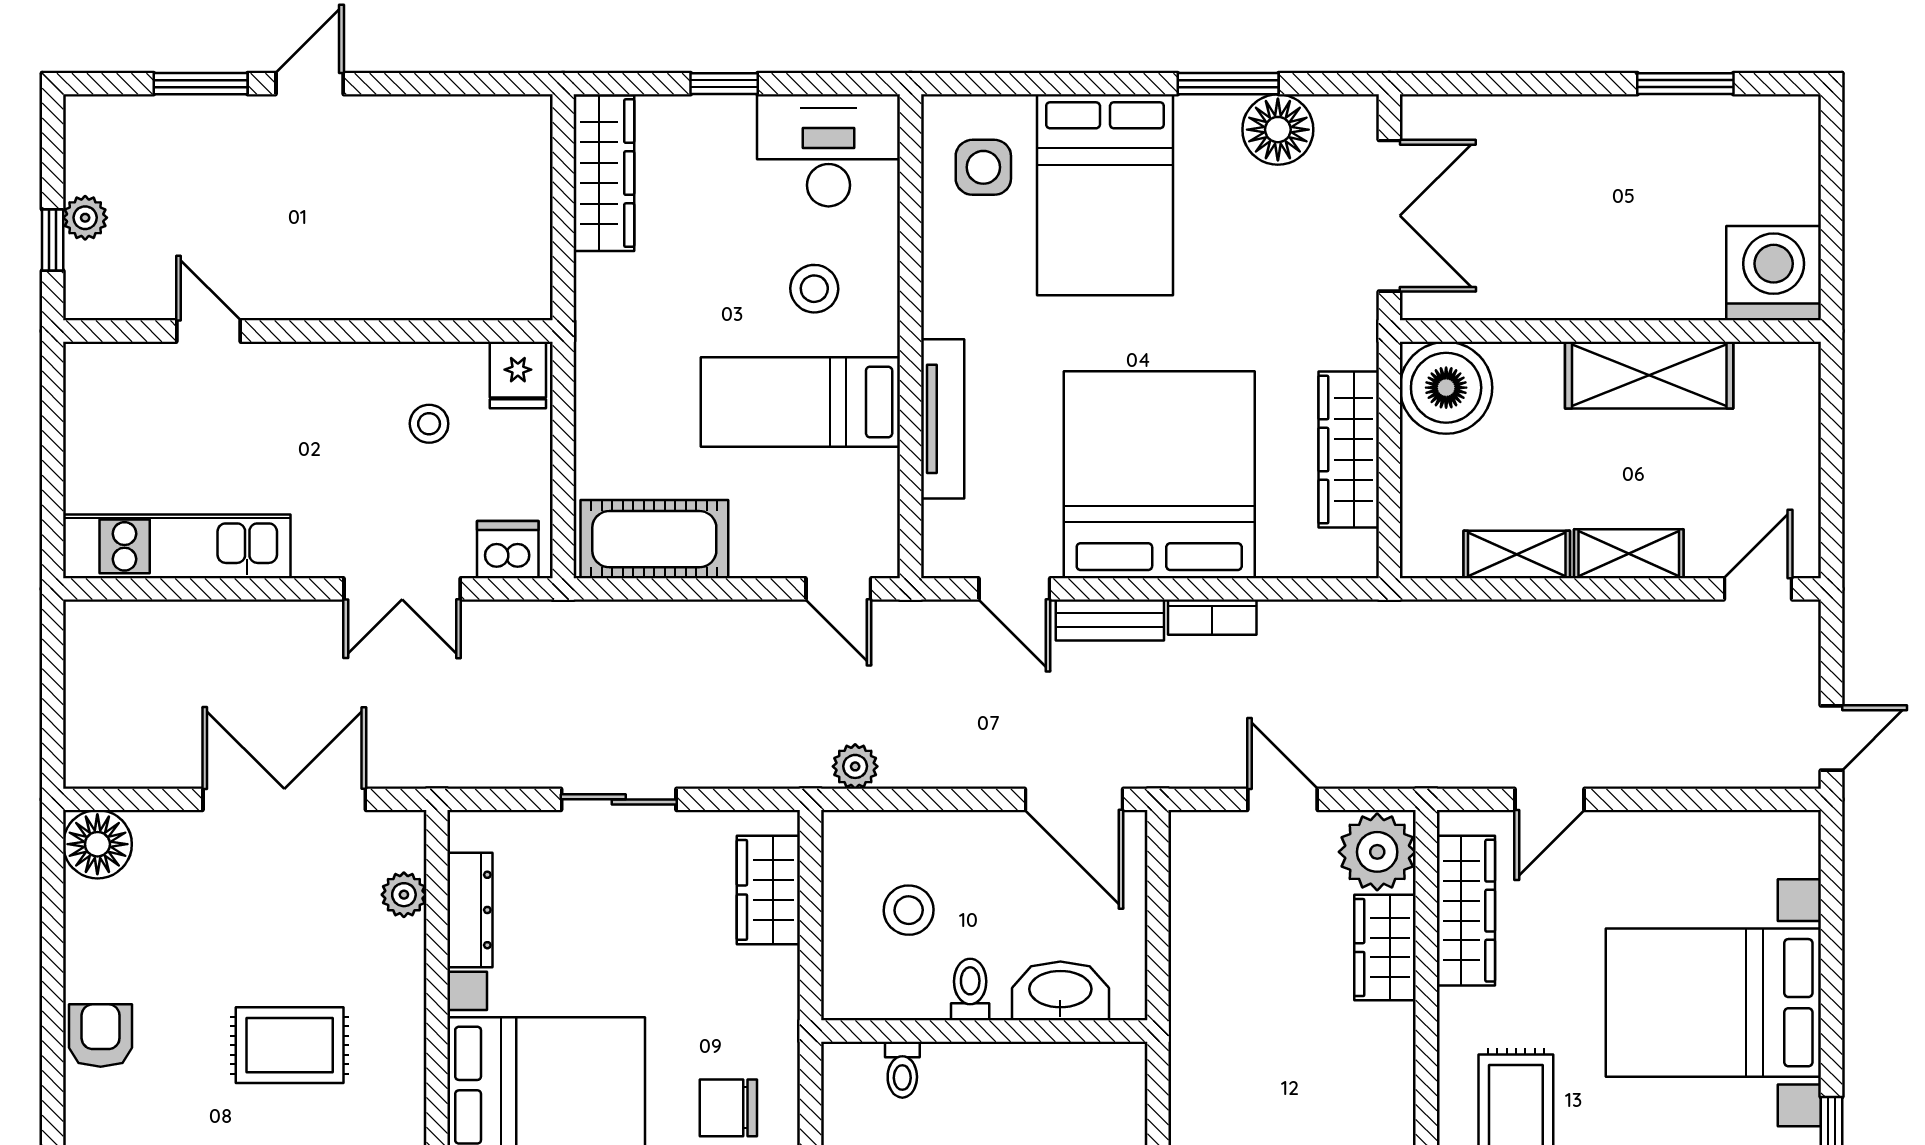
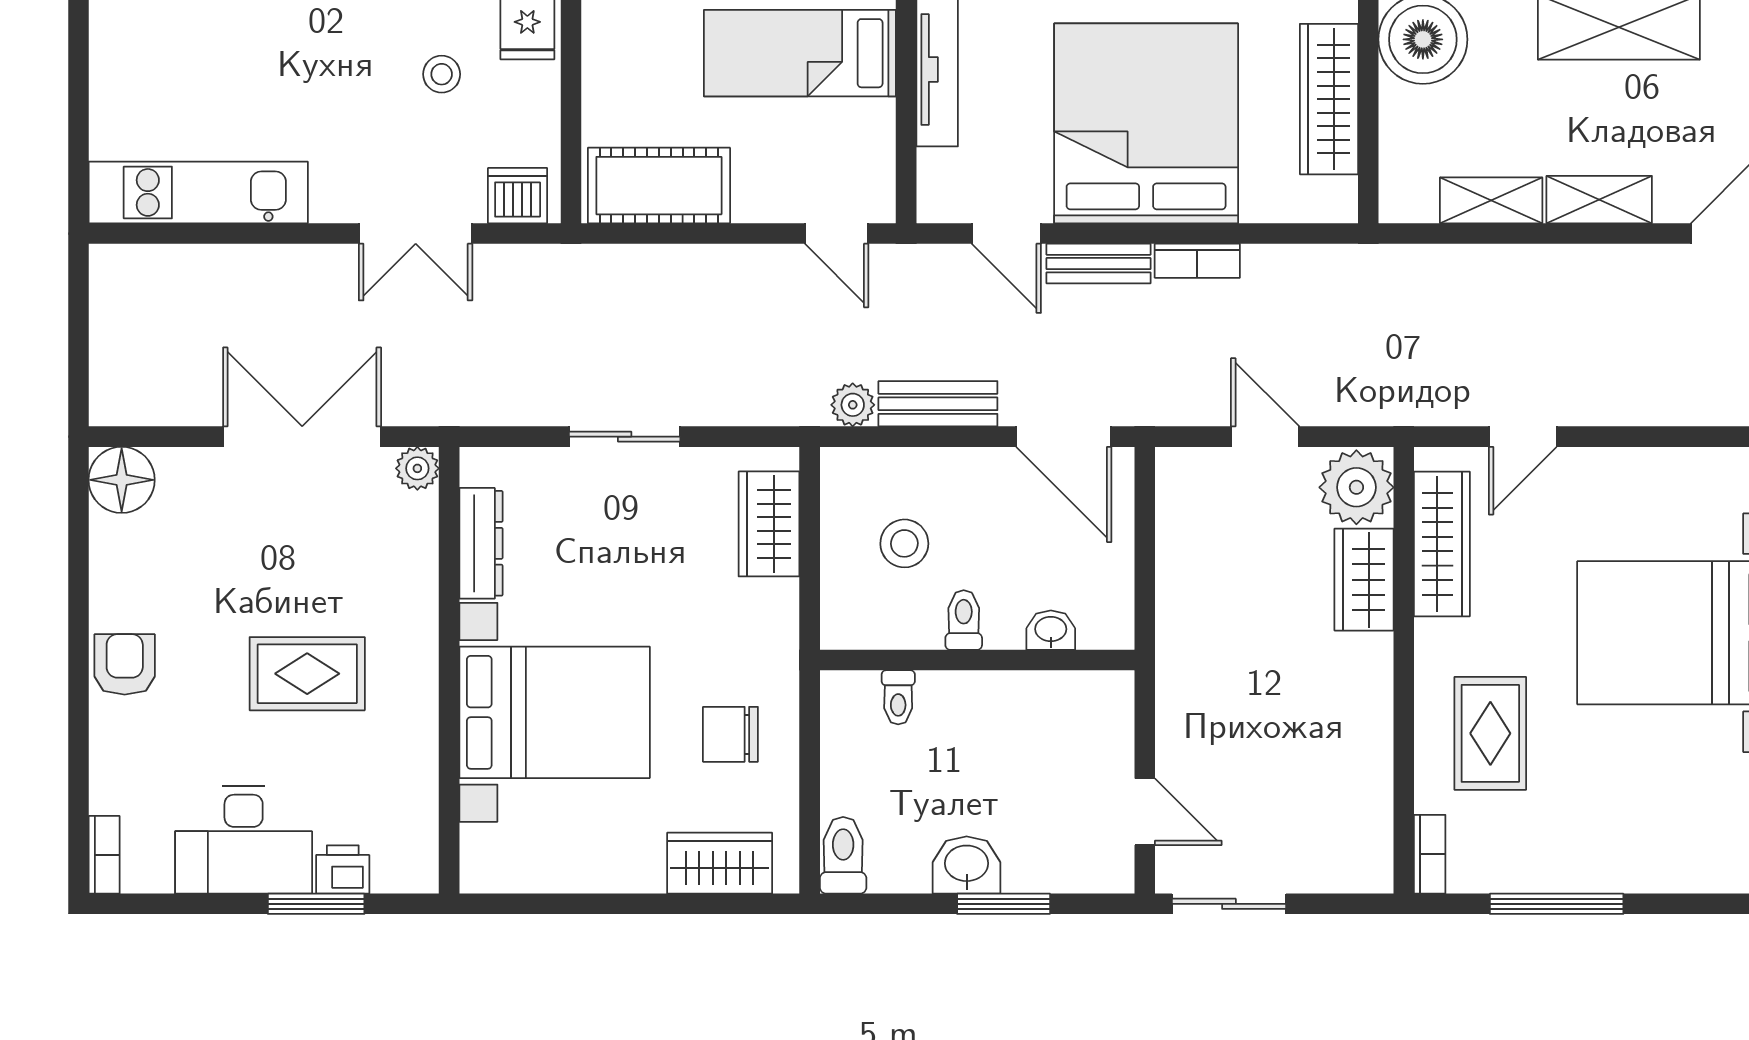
bench: (943, 765) -> (938, 404), added
plant: (404, 895) -> (417, 468), moved
washbasin: (1060, 991) -> (1051, 630), width x0.52, depth x0.69

